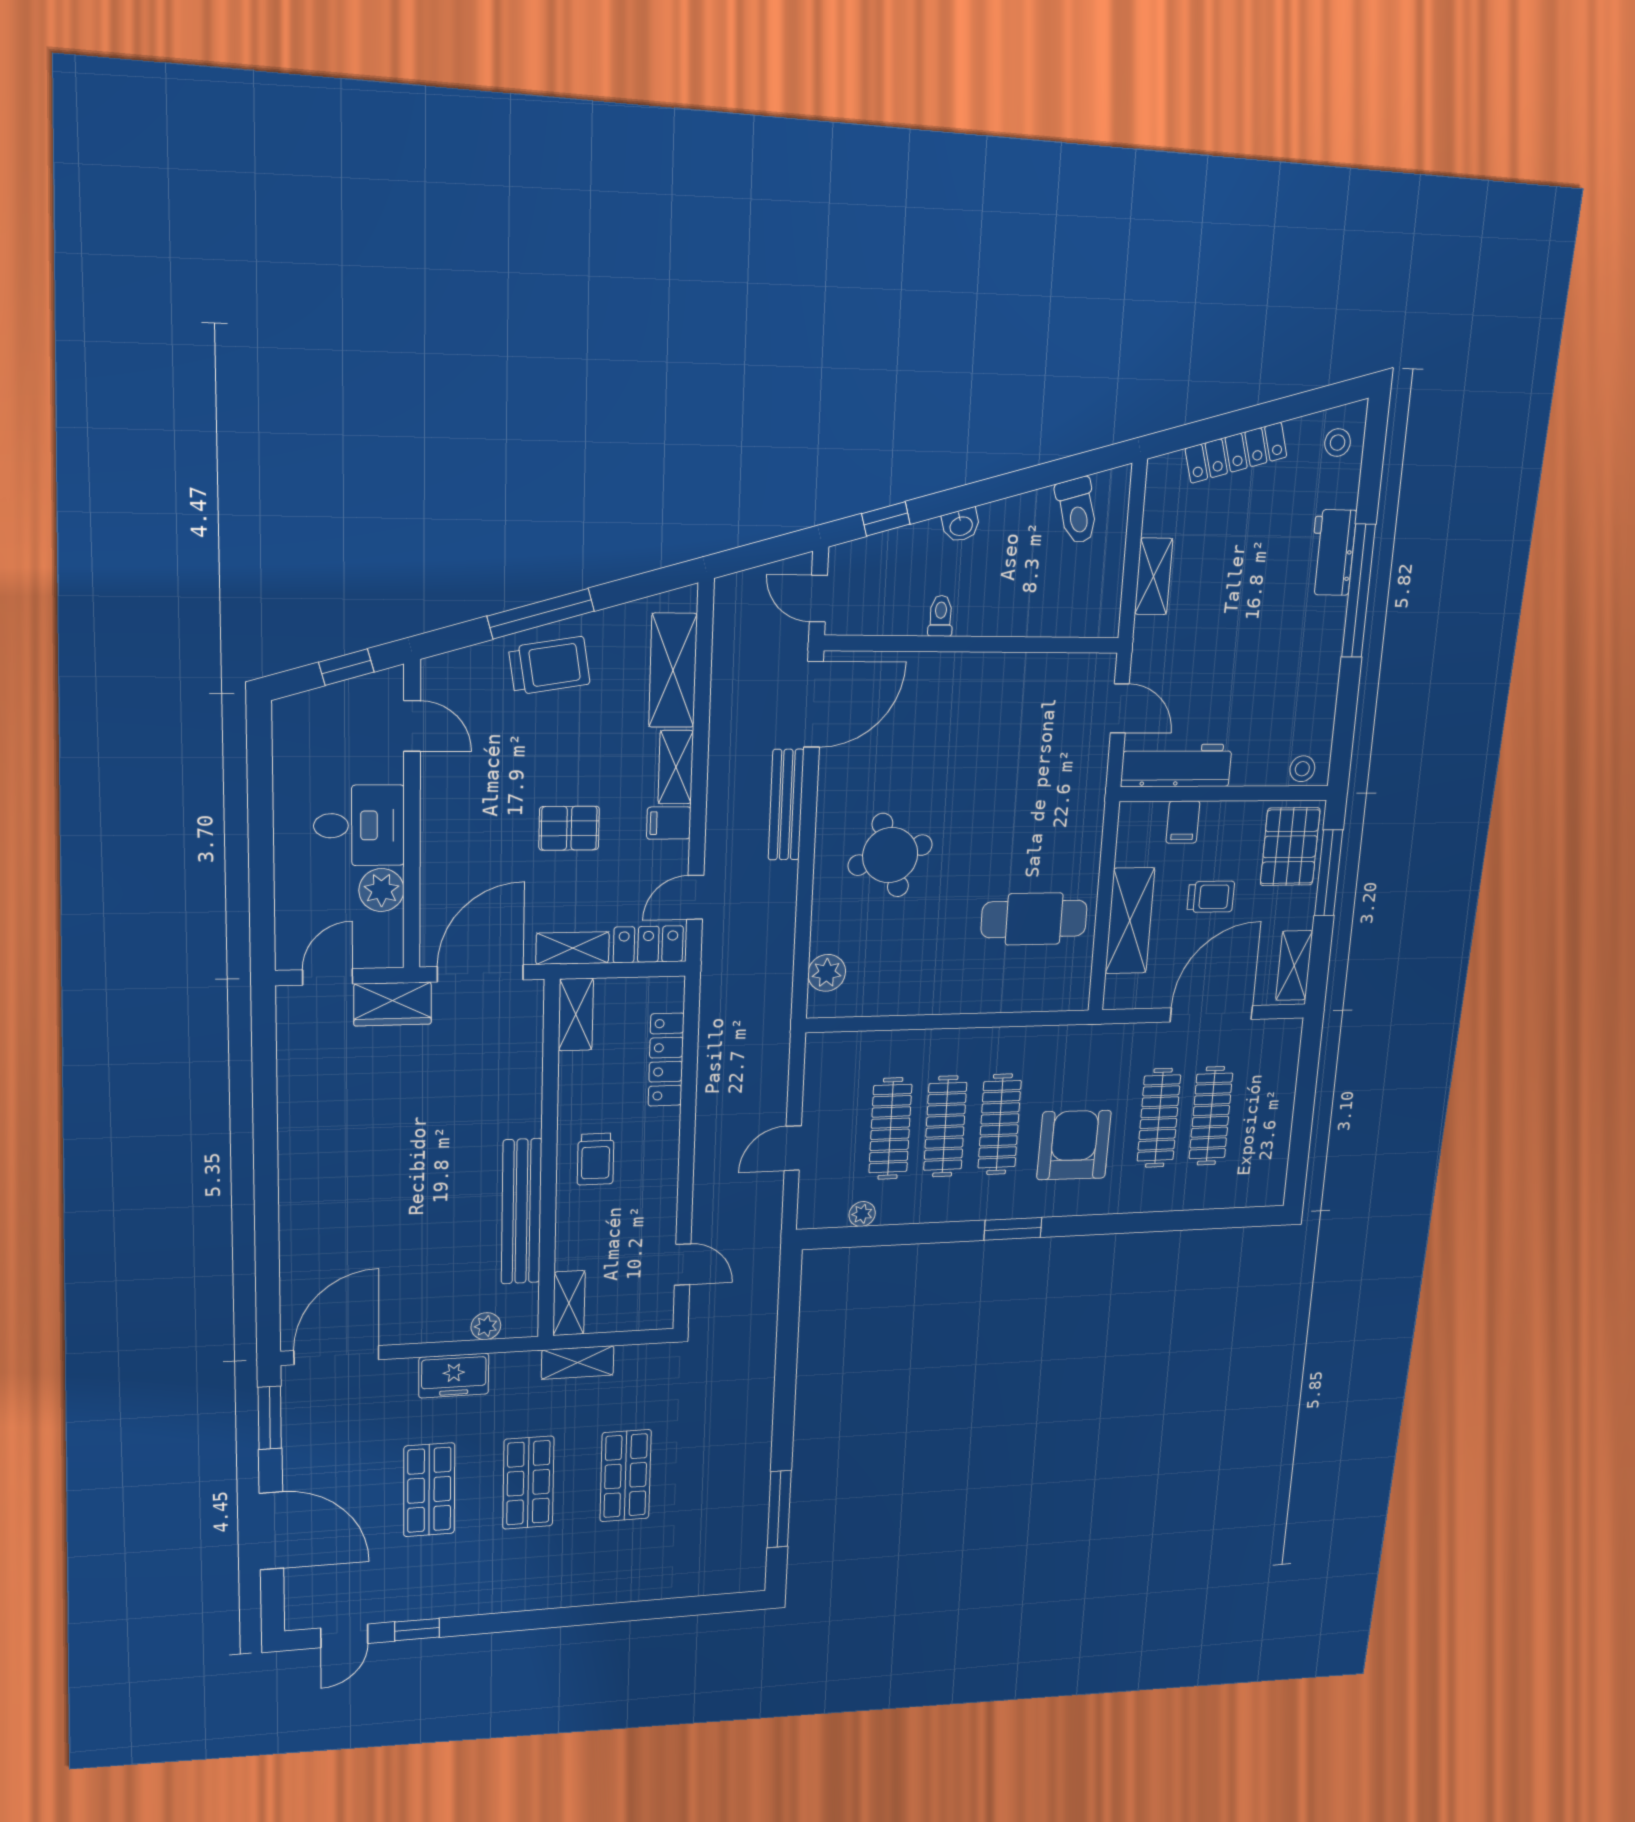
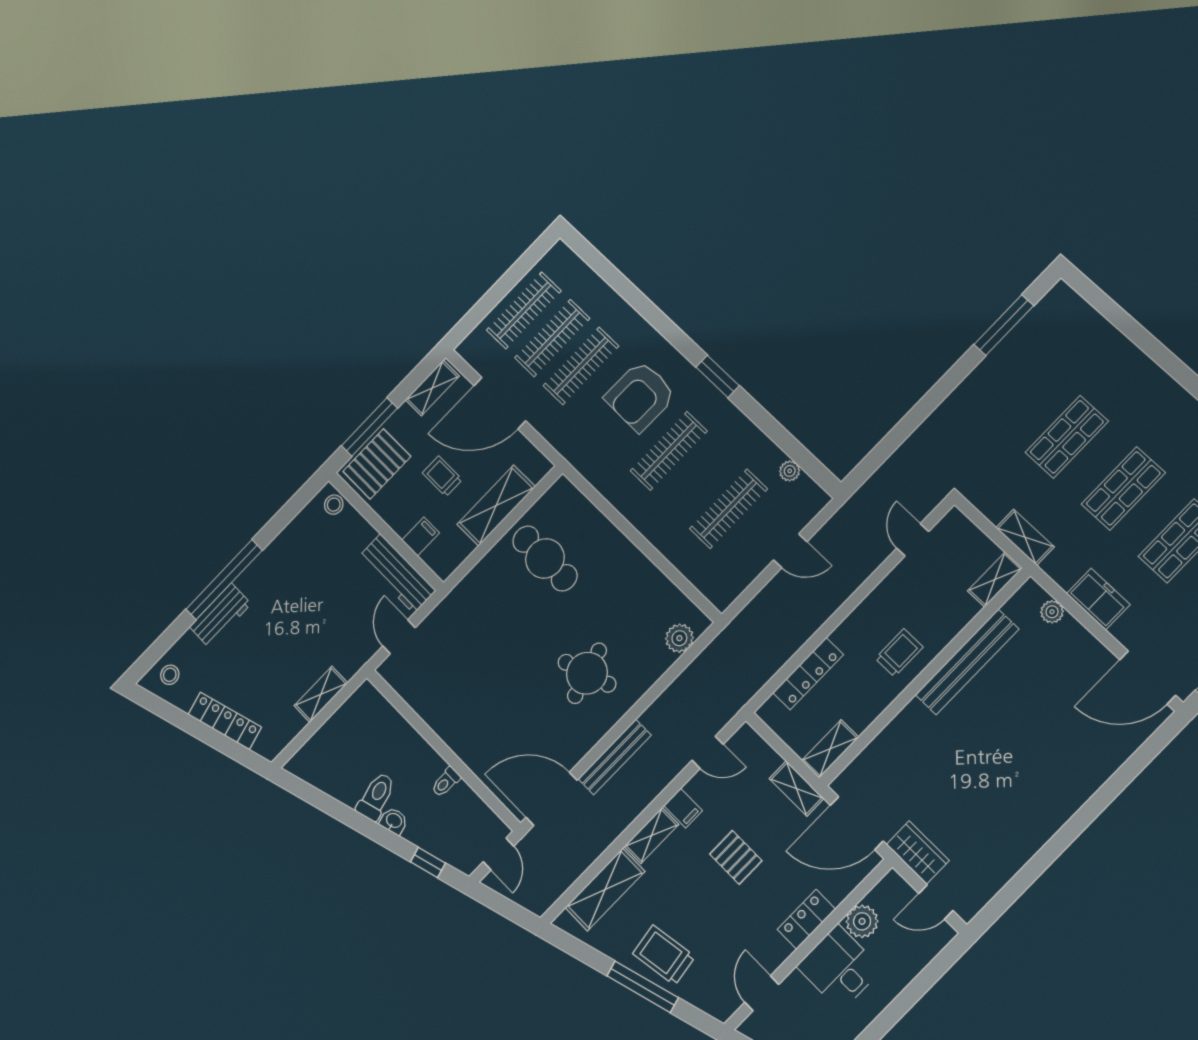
toilet: (1077, 511) -> (376, 797), moved
locker: (648, 944) -> (806, 919), moved, turned 90
clothes rail: (945, 1127) -> (524, 310), moved

